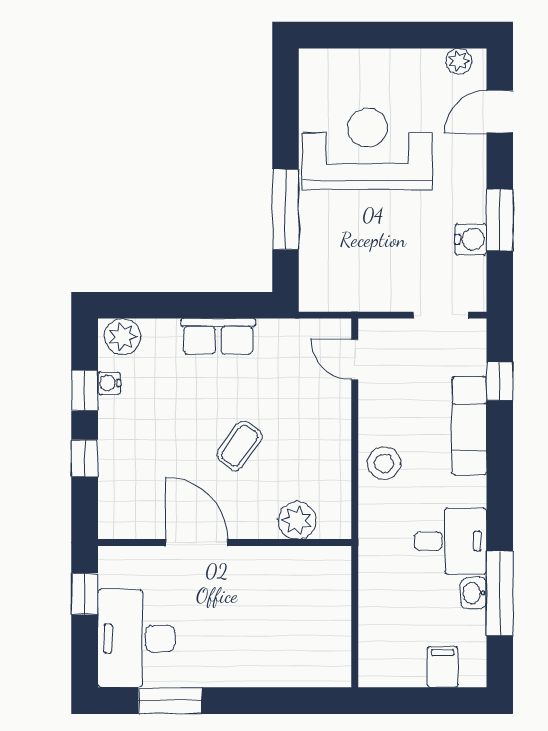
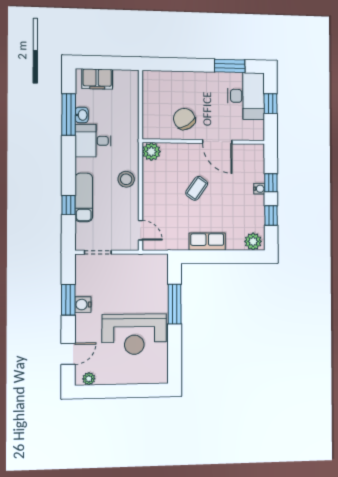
water cooler: (471, 239) -> (83, 305), moved
window: (500, 381) -> (68, 205), moved
water cooler: (109, 383) -> (259, 189), moved
plant: (297, 520) -> (151, 152), moved
chair: (265, 588) -> (184, 119), added
window: (85, 594) -> (271, 104), moved
filing cabinet: (443, 667) -> (97, 79), width x2.00

